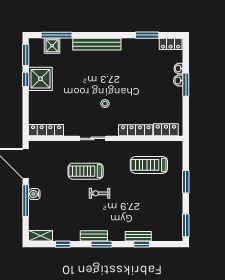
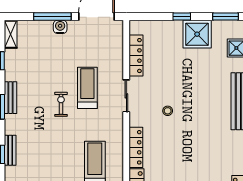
window: (26, 79) -> (182, 17), moved
locker: (46, 130) -> (136, 56), moved

